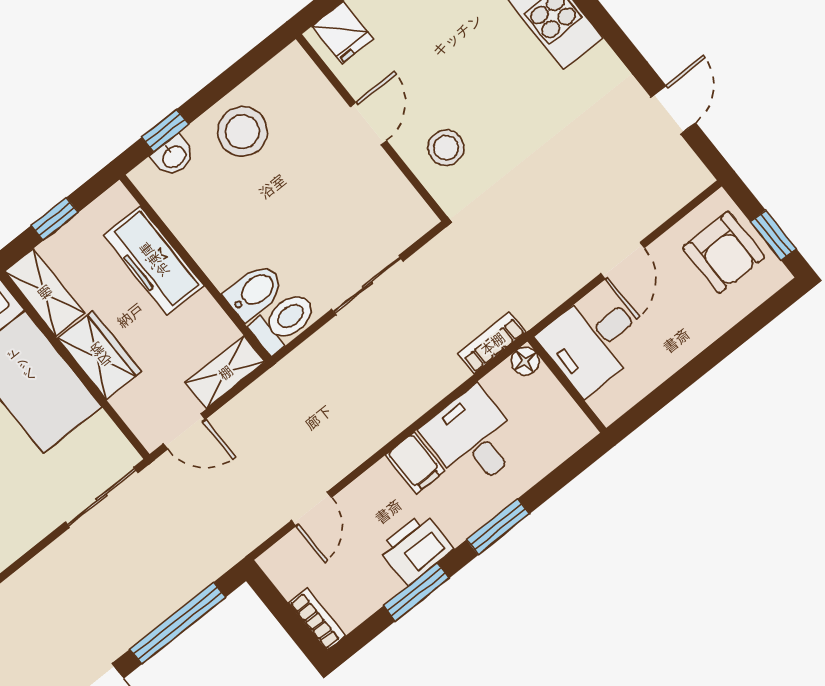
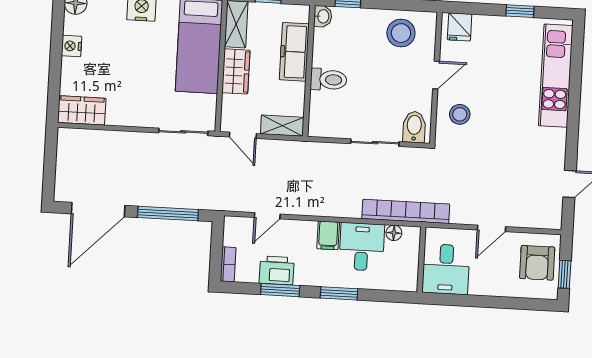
stool: (242, 132) -> (401, 33), moved
washbasin: (173, 156) -> (323, 16), moved, turned -90
bidet: (254, 292) -> (414, 127), moved, turned -90
toilet: (284, 322) -> (329, 80), moved
desk: (593, 341) -> (446, 269), moved, turned -90
bookcase: (492, 343) -> (406, 211), width x2.31, depth x1.31
floor lamp: (525, 361) -> (394, 233), moved
printer: (416, 549) -> (277, 270), moved

